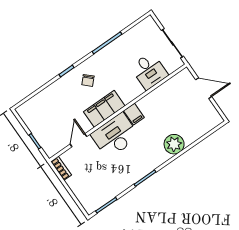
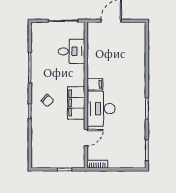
door: (78, 140) -> (86, 138), swing flipped
plant: (174, 144) -> (137, 70), removed

